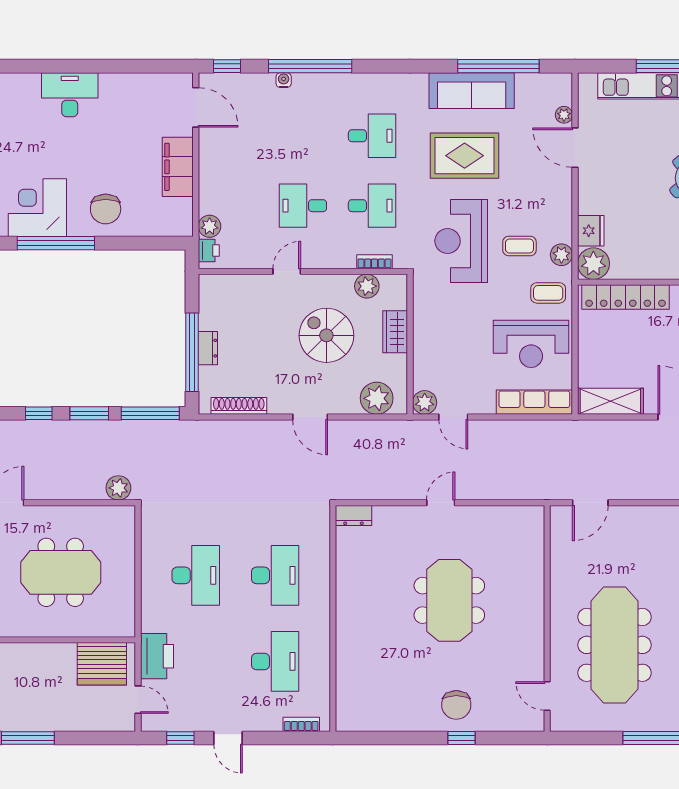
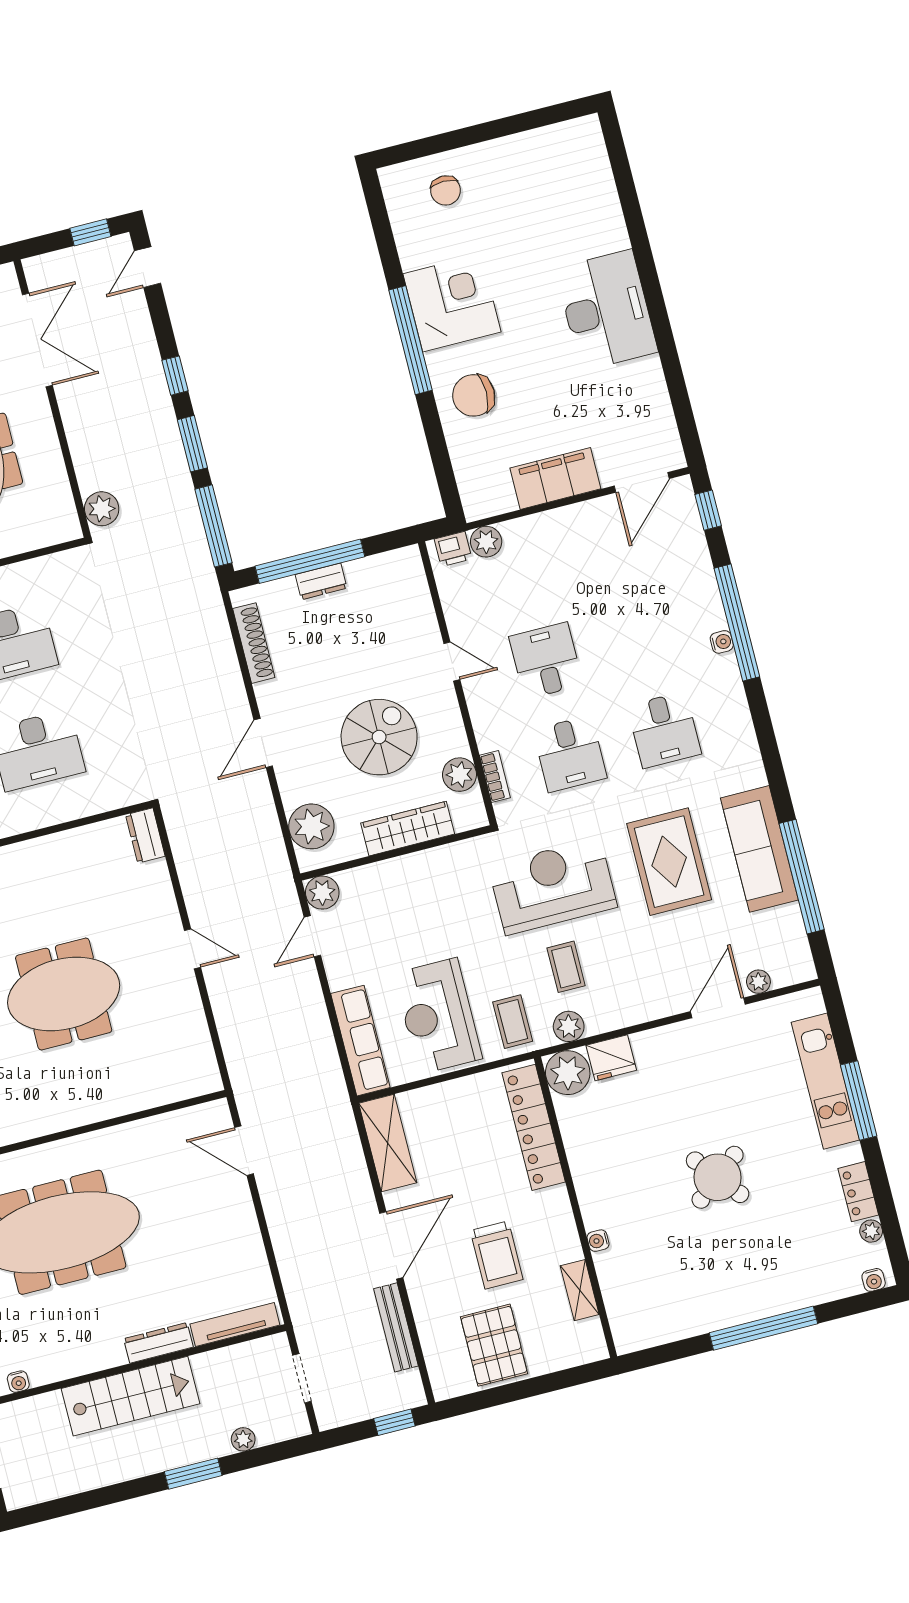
water cooler: (284, 80) -> (722, 642), moved
desk: (70, 95) -> (607, 310), width x1.36, depth x1.30
wardrobe: (395, 332) -> (408, 829), width x1.50

